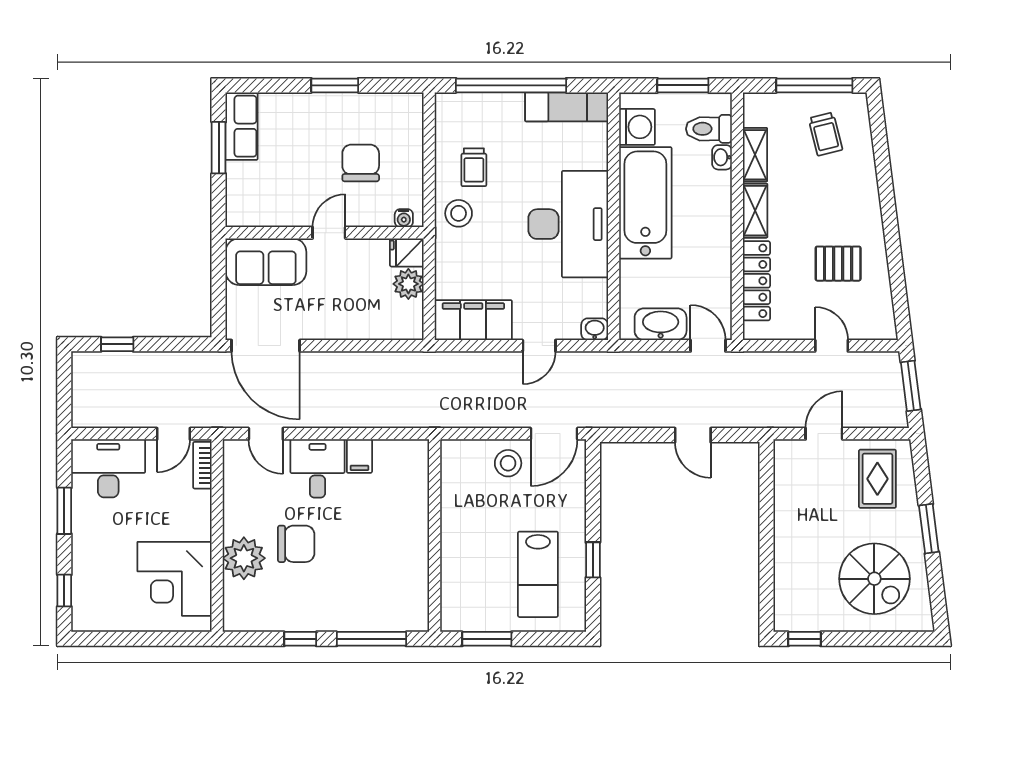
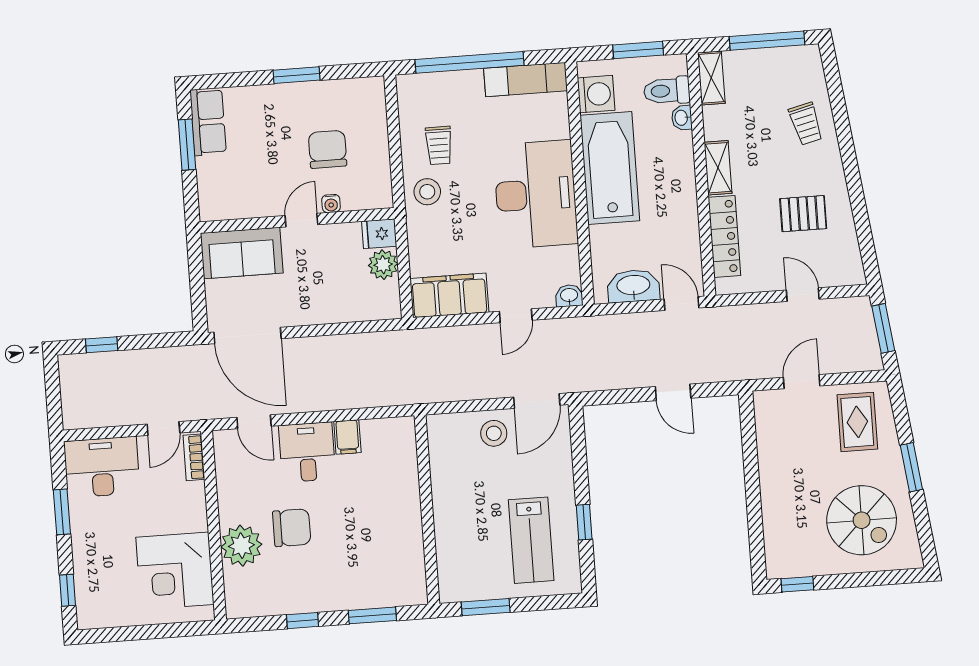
trolley: (825, 134) -> (806, 124), moved
shelving: (755, 155) -> (711, 78), moved
water cooler: (404, 218) -> (331, 204), moved
window: (371, 639) -> (372, 615), width x0.69

